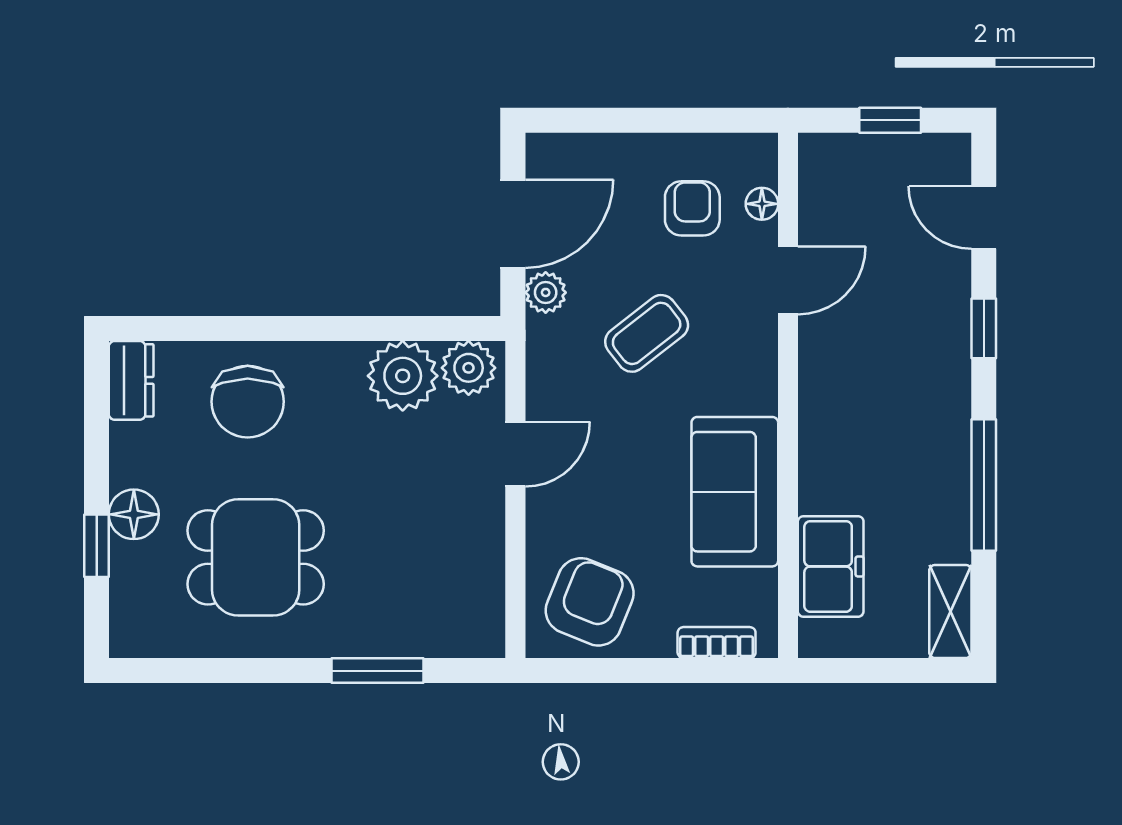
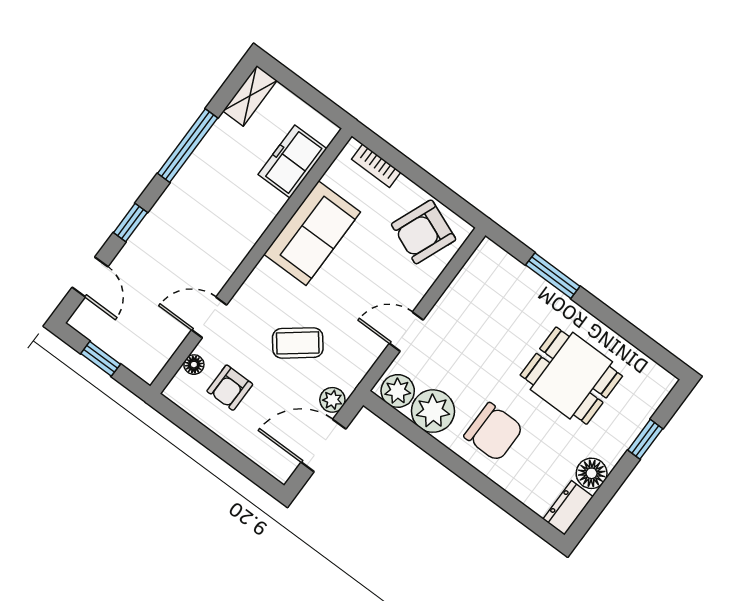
chair: (248, 402) -> (494, 432), moved, turned 90
floor lamp: (134, 514) -> (592, 473), moved

